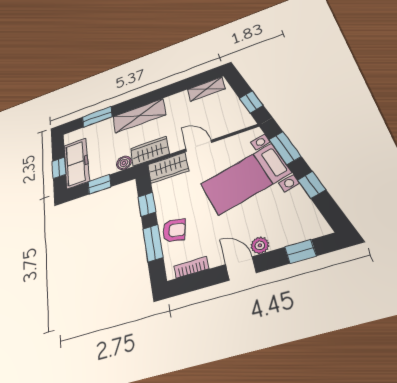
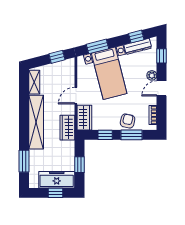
shelving: (139, 116) -> (36, 122), width x1.47
boiler: (124, 163) -> (70, 146), removed
window: (312, 185) -> (136, 37), moved
dresser: (305, 207) -> (138, 46), added

